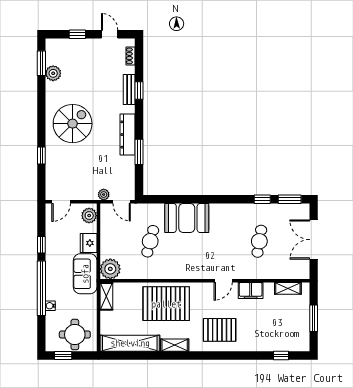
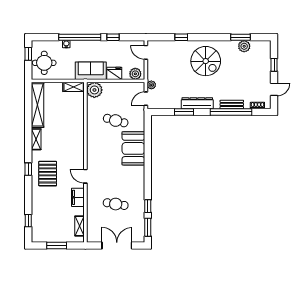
window: (41, 63) -> (240, 37), moved
window: (139, 90) -> (231, 112), width x3.17
pallet: (166, 304) -> (68, 133), removed
window: (214, 356) -> (28, 169), added

